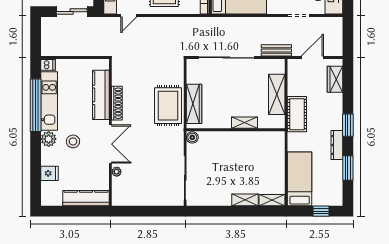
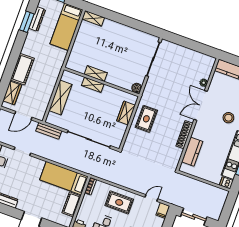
kitchen counter: (101, 95) -> (192, 152), width x0.67
wardrobe: (194, 104) -> (126, 113), width x0.67
rug: (168, 106) -> (146, 119), width x0.73, depth x0.70
cot: (297, 114) -> (22, 69), moved
window: (348, 125) -> (15, 54), removed
dresser: (337, 145) -> (37, 19), moved
shelving: (245, 200) -> (96, 74), moved

